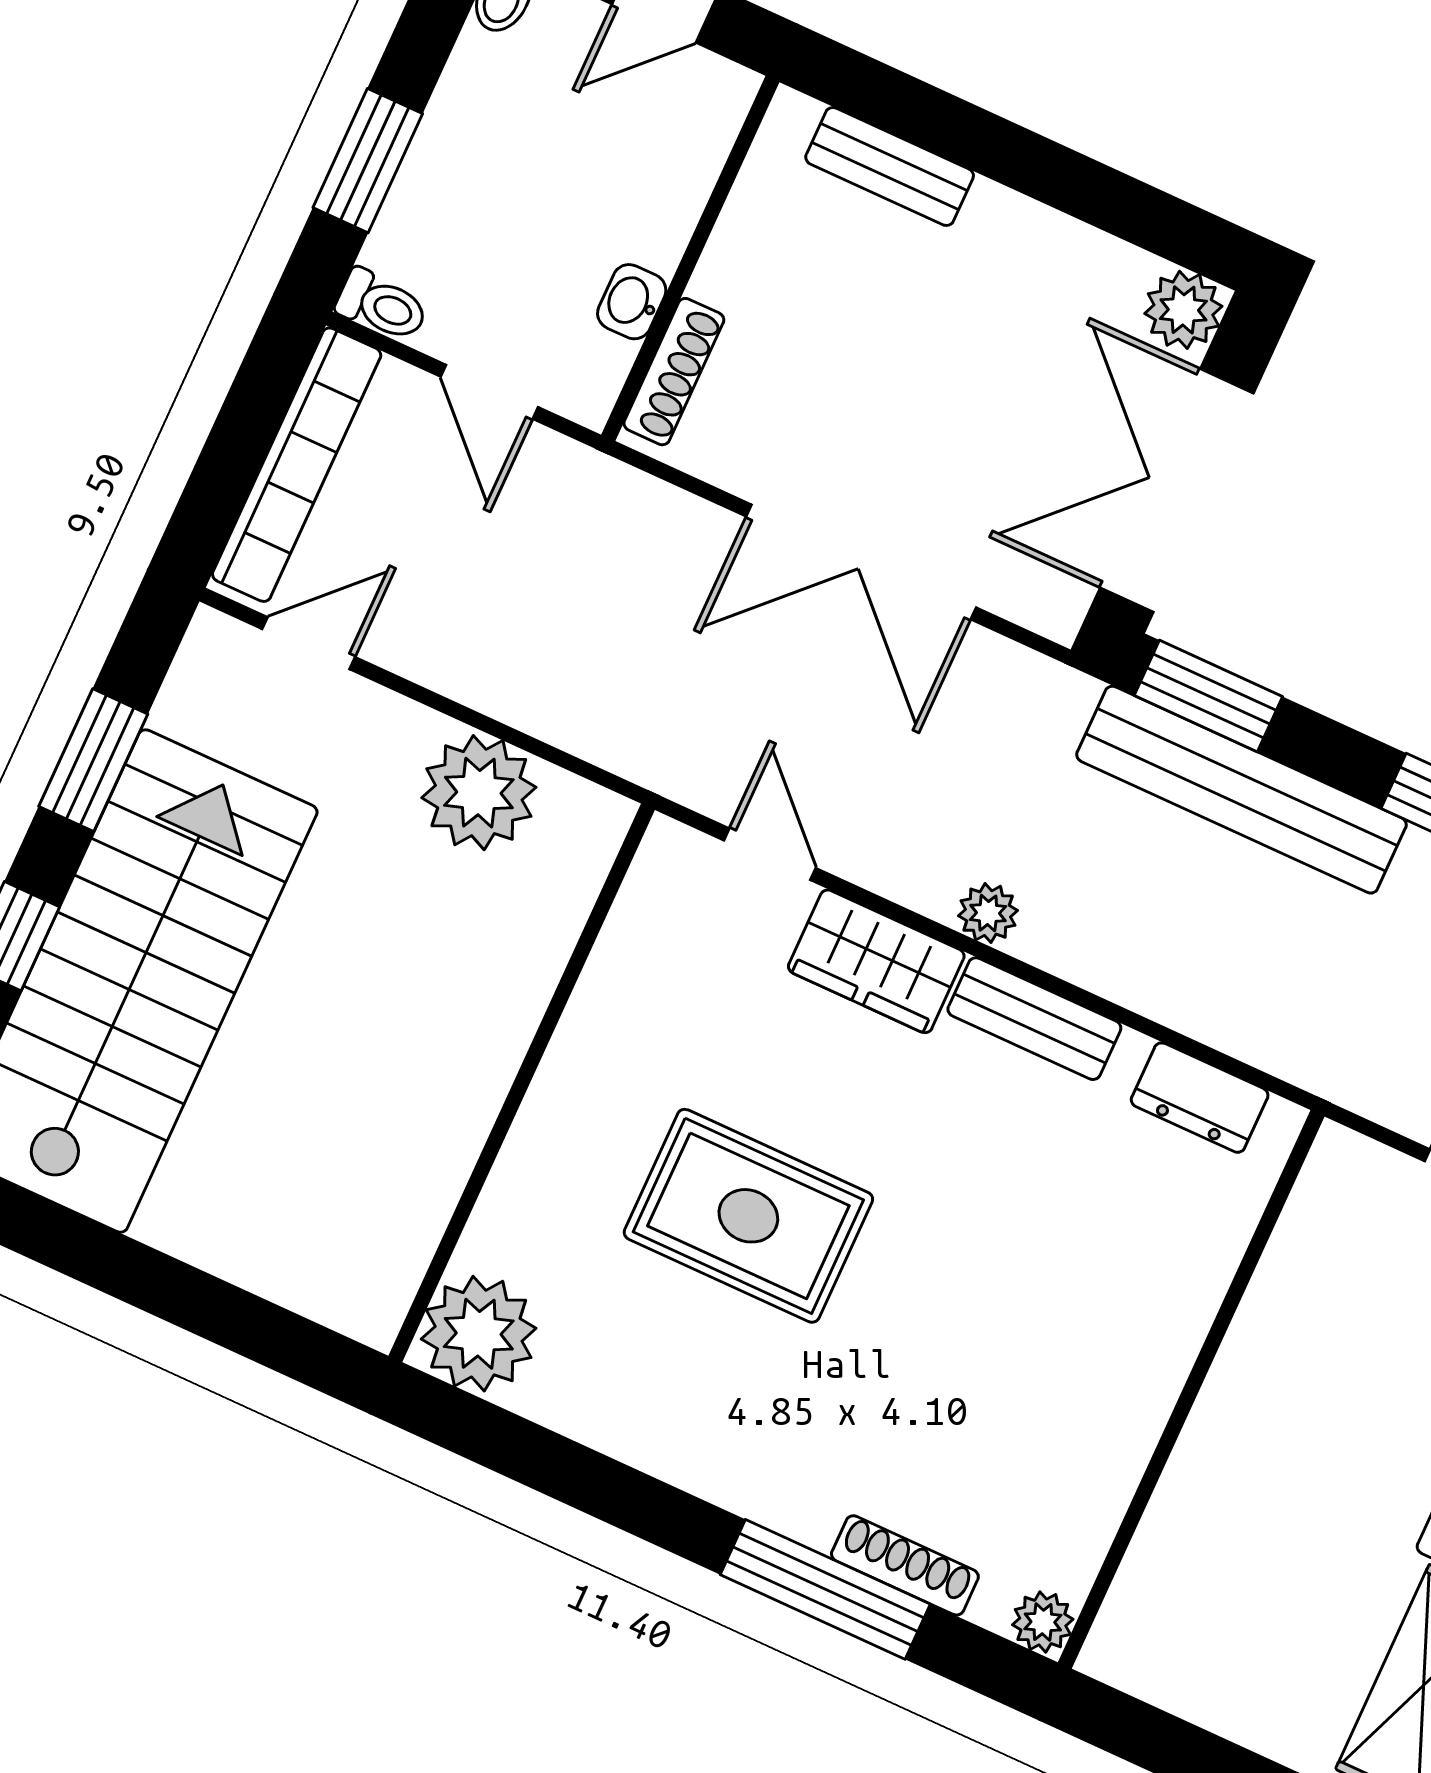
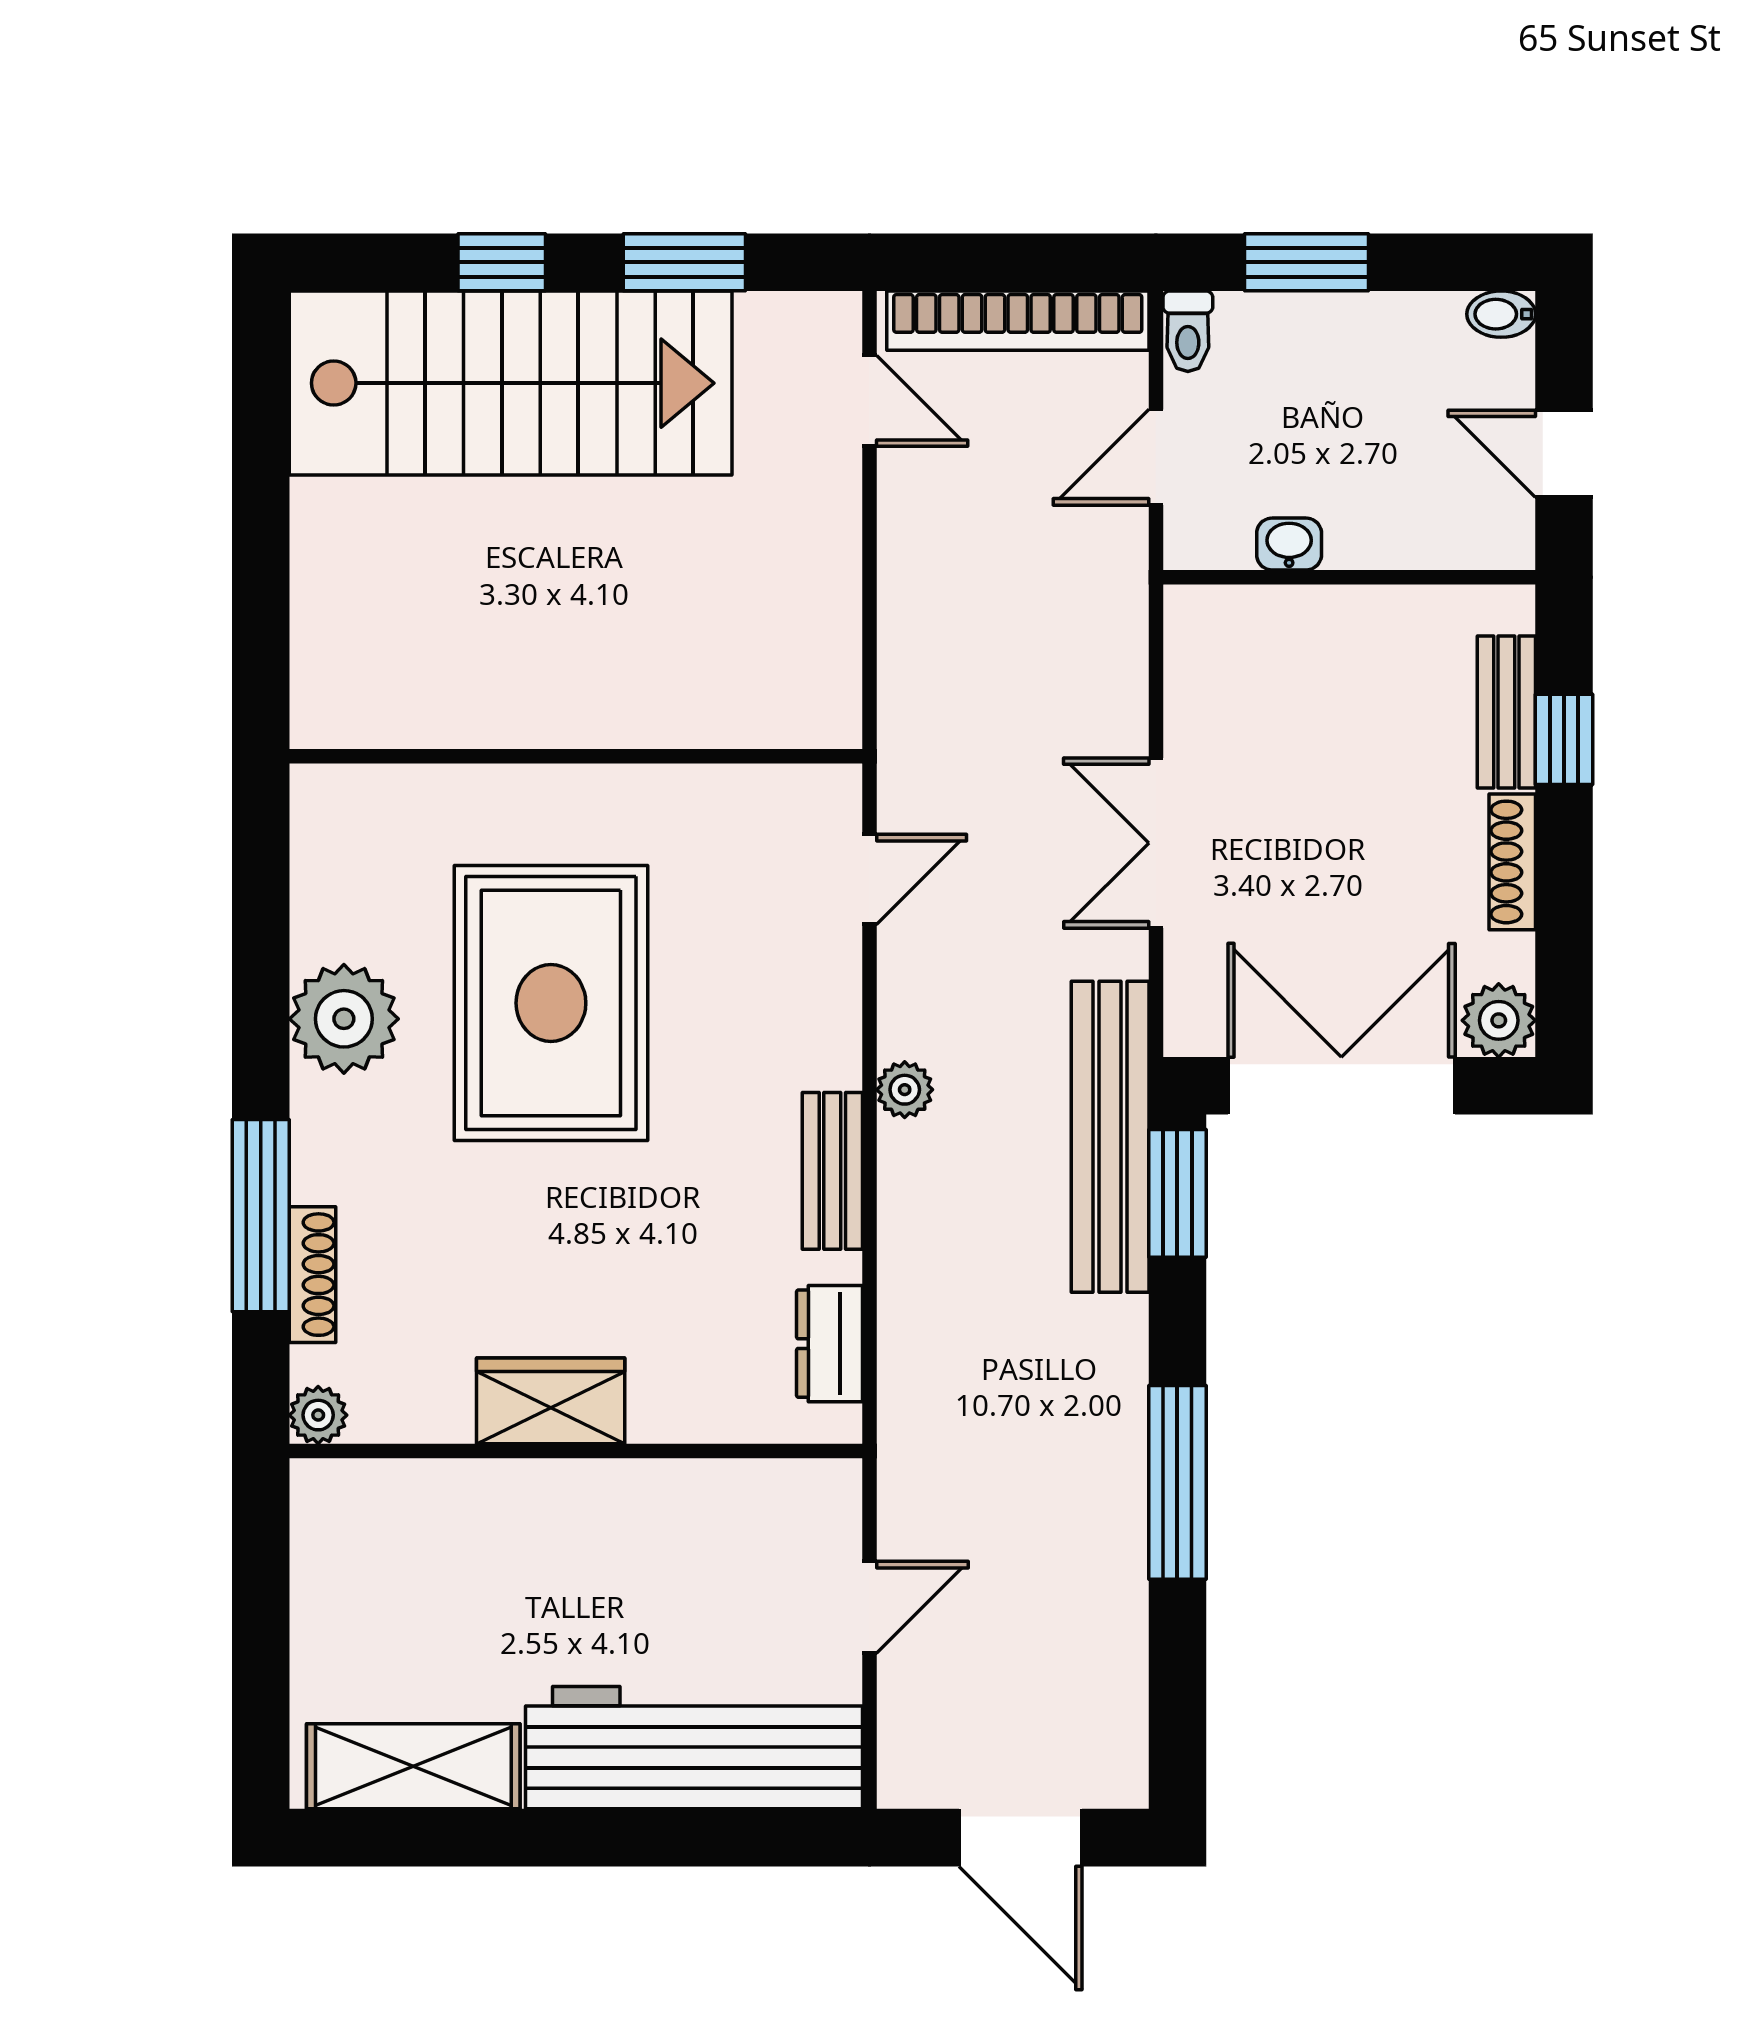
window: (941, 123) -> (1564, 739), added
shoe rack: (674, 372) -> (1512, 862), moved, turned 90
double door: (861, 562) -> (1156, 843), width x0.73
bench: (1241, 790) -> (1110, 1137), moved
plant: (479, 793) -> (808, 606), removed
wardrobe: (876, 961) -> (551, 1401), moved, turned 90
rug: (748, 1216) -> (551, 1003), width x1.37, depth x1.44
plant: (479, 1334) -> (344, 1019), moved

